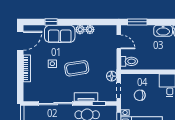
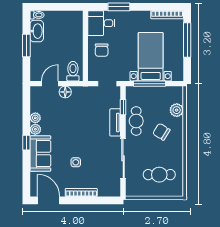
window: (51, 22) -> (26, 143), moved
window: (137, 22) -> (26, 45), moved
coffee table: (77, 68) -> (81, 133), removed
floor lamp: (112, 76) -> (65, 92), moved
chair: (140, 95) -> (102, 50), moved

